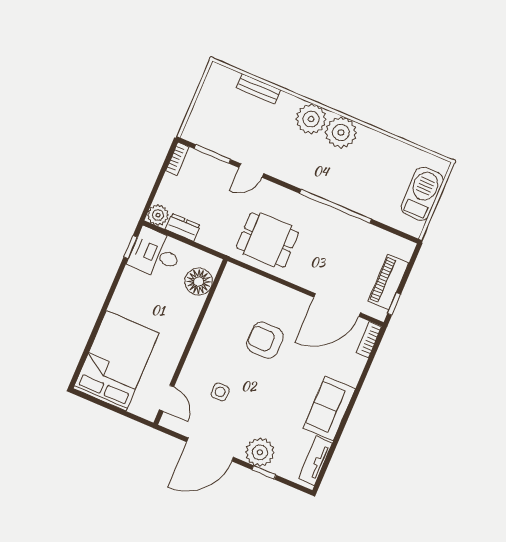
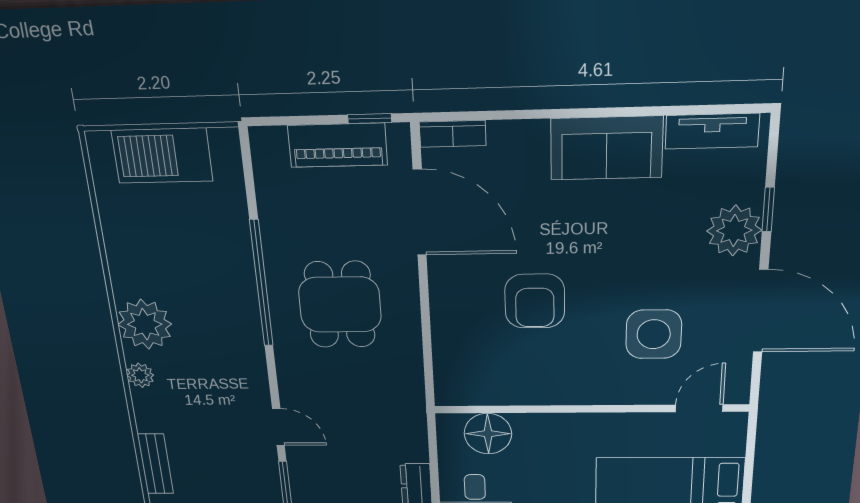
plant: (311, 119) -> (140, 375), width x0.53, depth x0.53
dining table: (267, 240) -> (340, 305), moved
side table: (220, 392) -> (654, 334), width x1.87, depth x1.87

